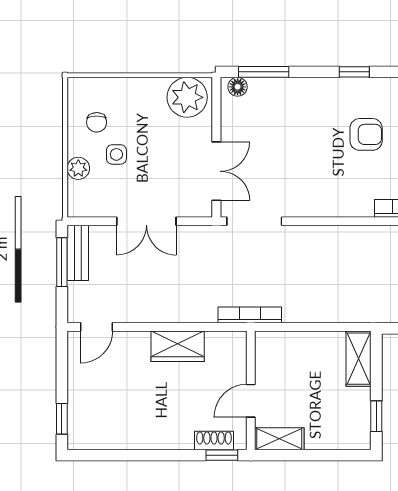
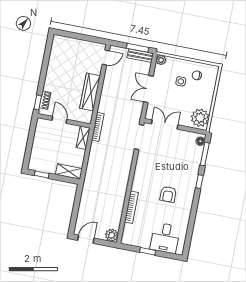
window: (354, 72) -> (199, 182), moved
plant: (78, 168) -> (161, 60), moved
double door: (216, 171) -> (165, 124), swing flipped
door: (96, 327) -> (106, 58), swing flipped
wardrobe: (178, 346) -> (90, 92), width x1.50
window: (62, 419) -> (68, 34), removed
shelving: (279, 439) -> (83, 138), moved

